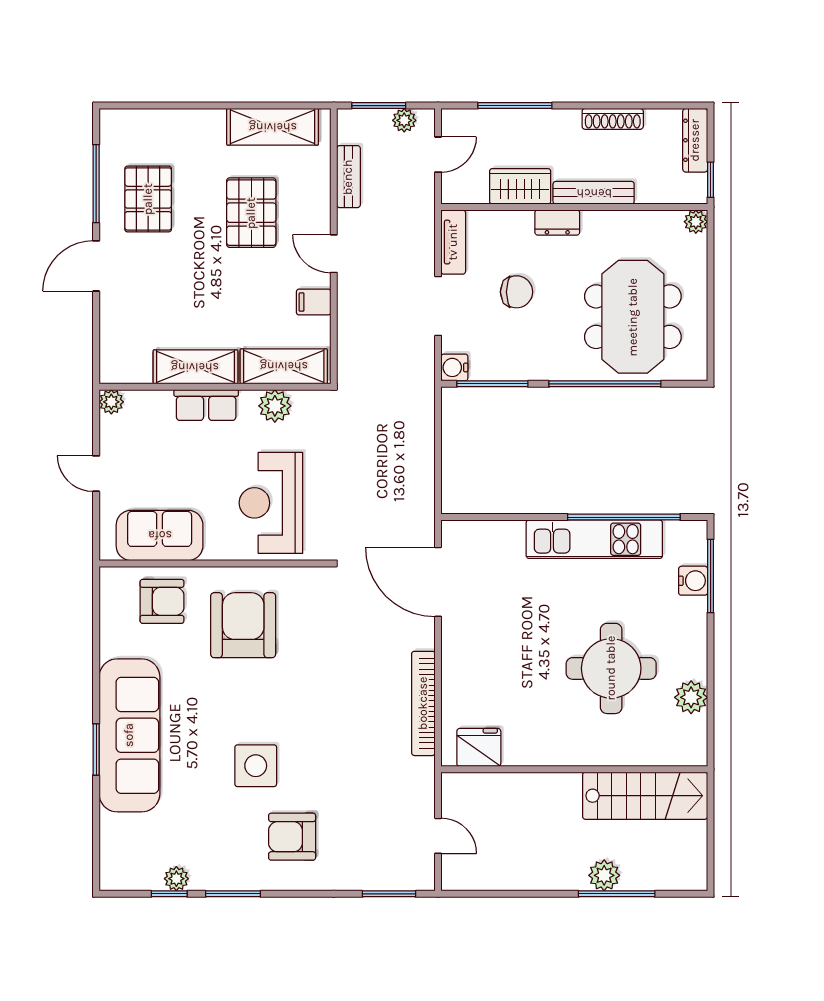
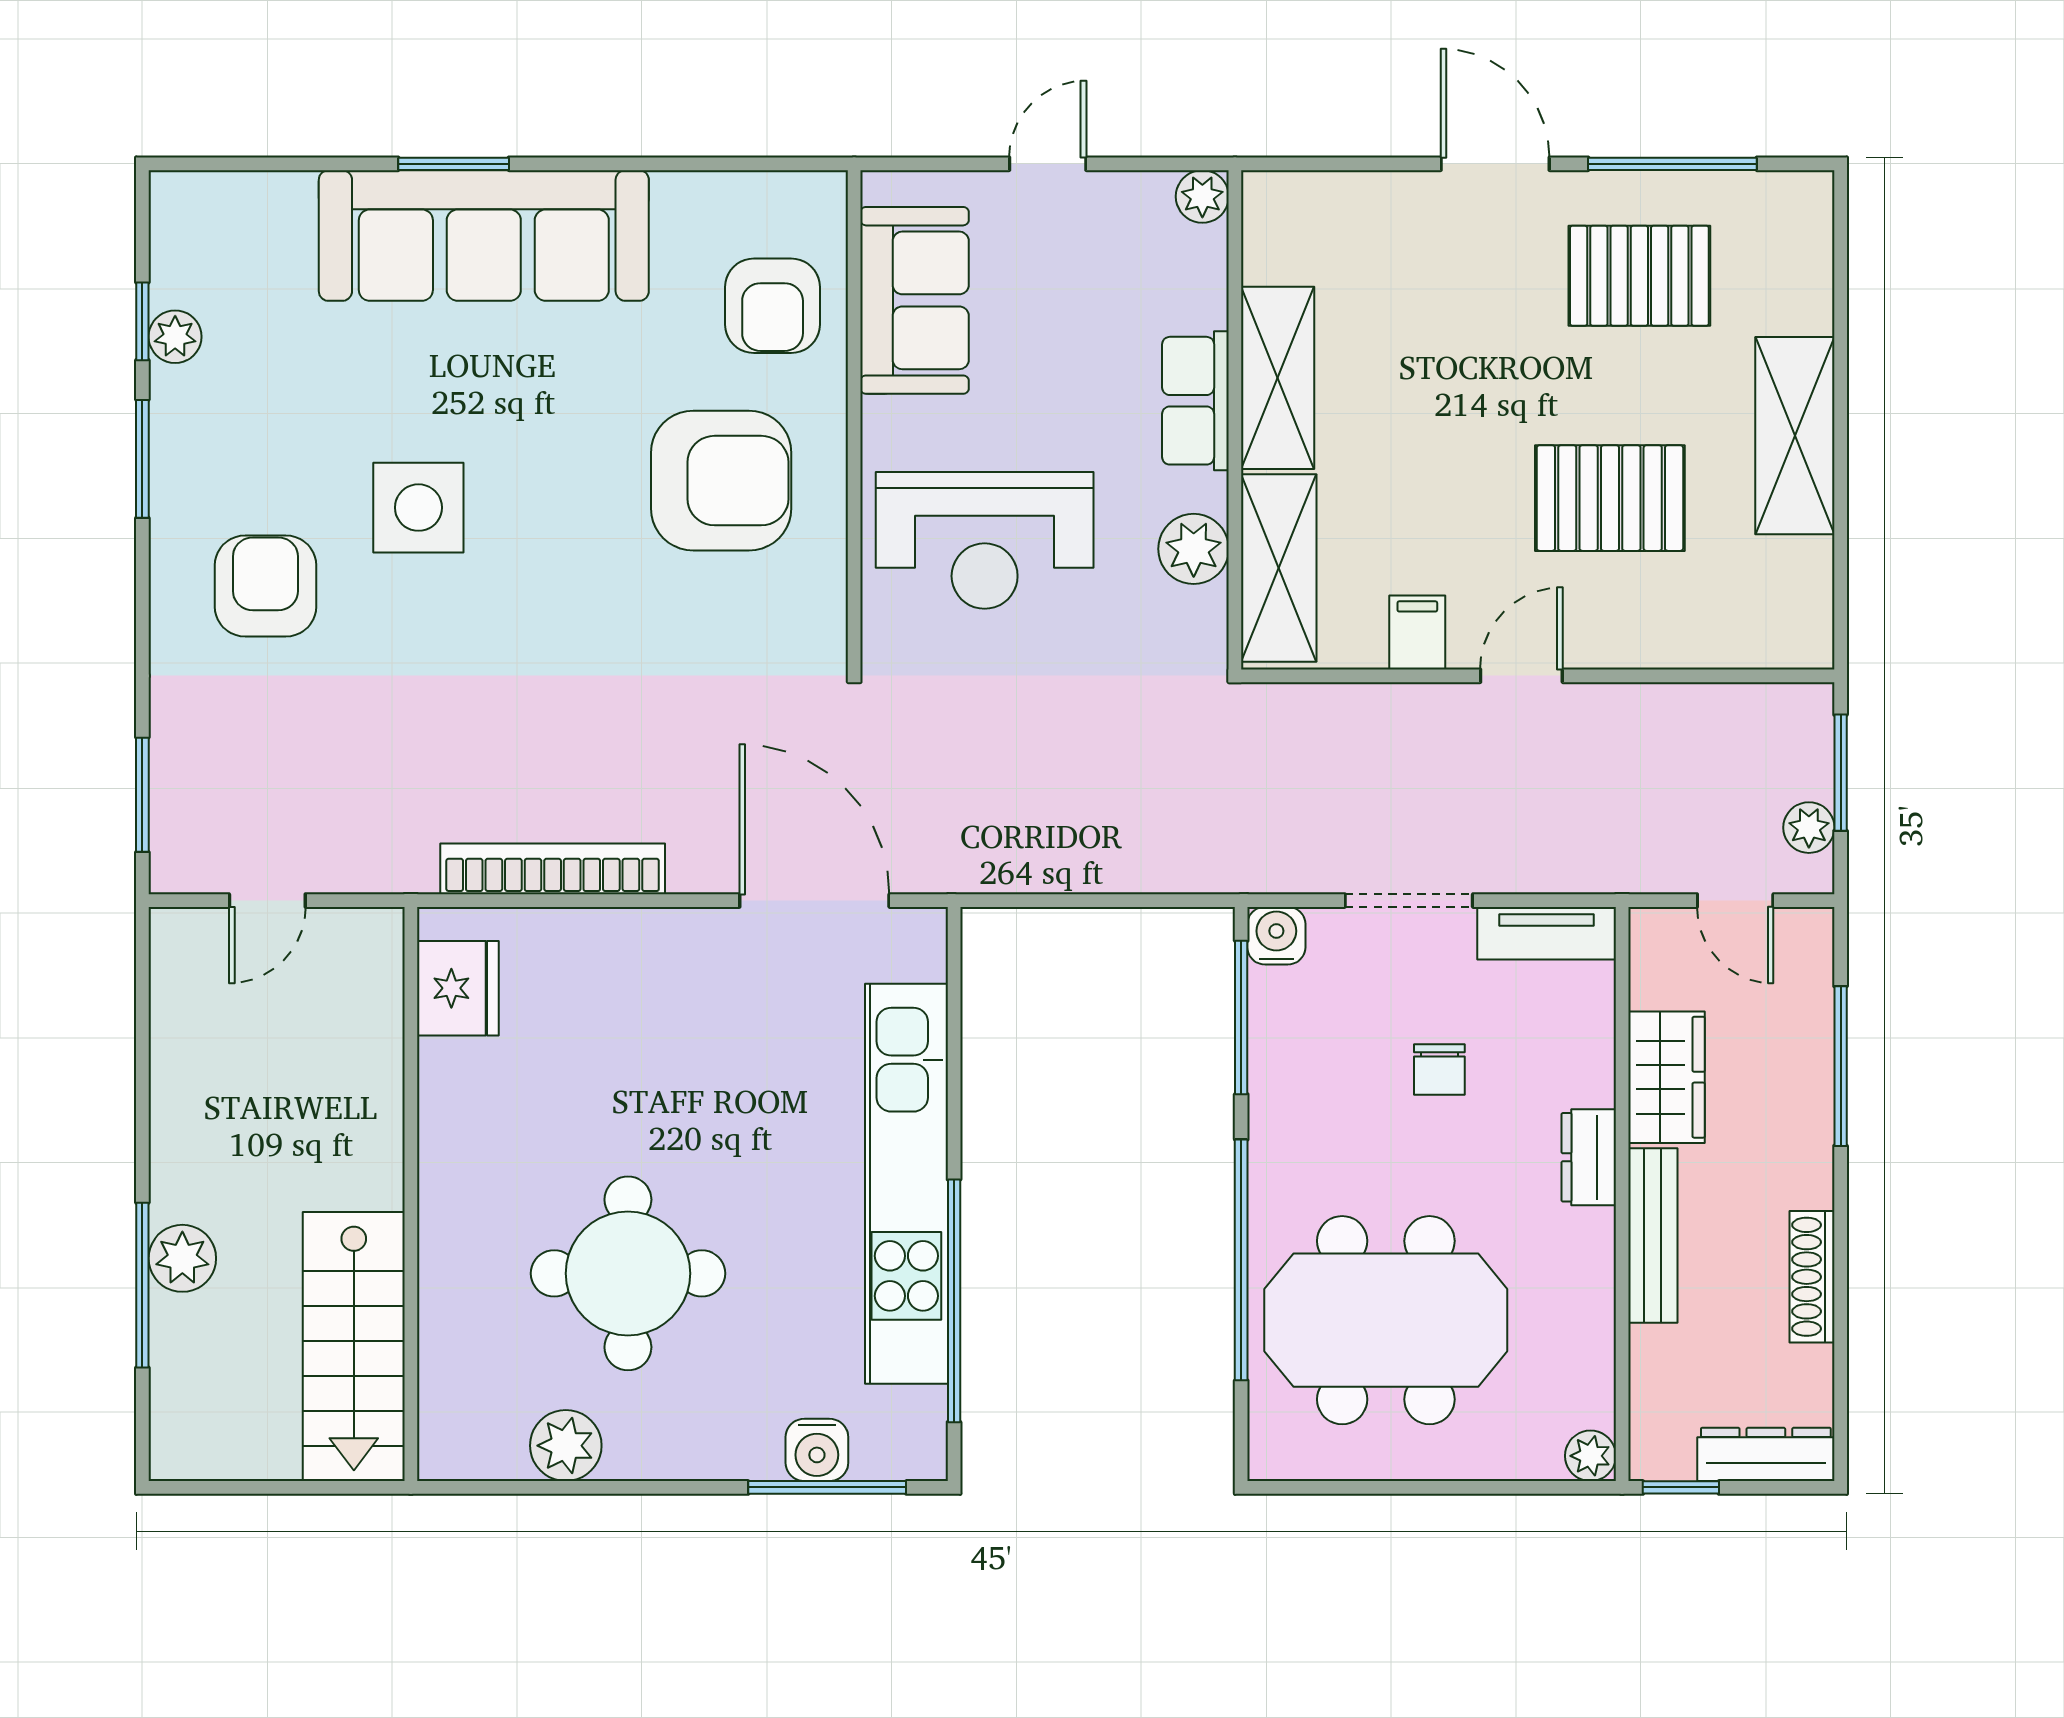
shelving: (273, 127) -> (1795, 436), moved
bench: (348, 177) -> (1688, 707), removed
chair: (517, 292) -> (1439, 1070), width x0.73, depth x0.73
reception desk: (271, 503) -> (985, 540), turned 180
kitchen unit: (594, 539) -> (906, 1184), width x1.36
door: (438, 582) -> (814, 901), hinge flipped

